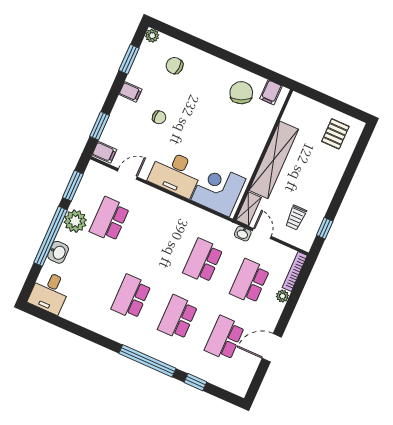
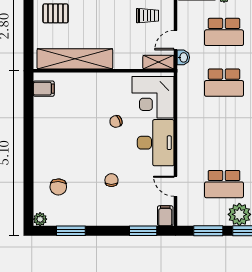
filing cabinet: (130, 92) -> (100, 216), removed
chair: (241, 93) -> (116, 121), moved, width x0.54, depth x0.54
shelving: (274, 160) -> (75, 59), moved

